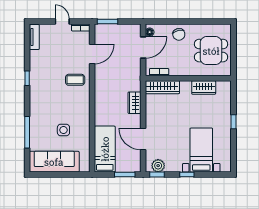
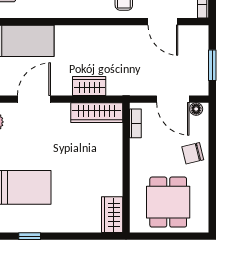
window: (108, 22) -> (212, 65), moved
wardrobe: (162, 87) -> (97, 113), moved, turned -90
wardrobe: (204, 88) -> (112, 215), moved
window: (233, 122) -> (30, 236), moved

